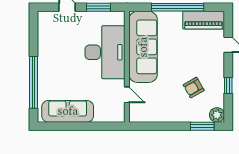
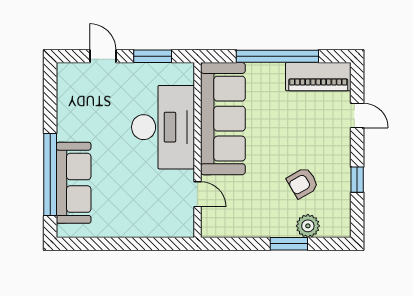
sofa: (68, 111) -> (74, 183), moved, turned 90
plant: (217, 115) -> (308, 226), moved
window: (202, 126) -> (289, 244), moved

